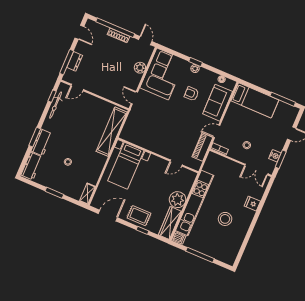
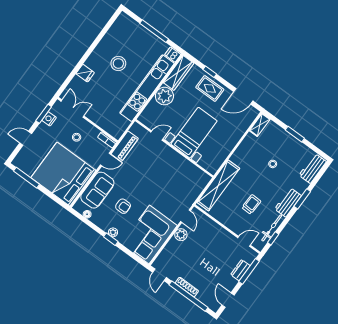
plant: (140, 68) -> (181, 235), moved
bed: (255, 100) -> (63, 174), width x2.04
trolley: (79, 122) -> (251, 204), added
workbench: (42, 142) -> (288, 202), moved
bed with nightstands: (126, 166) -> (194, 133), moved

